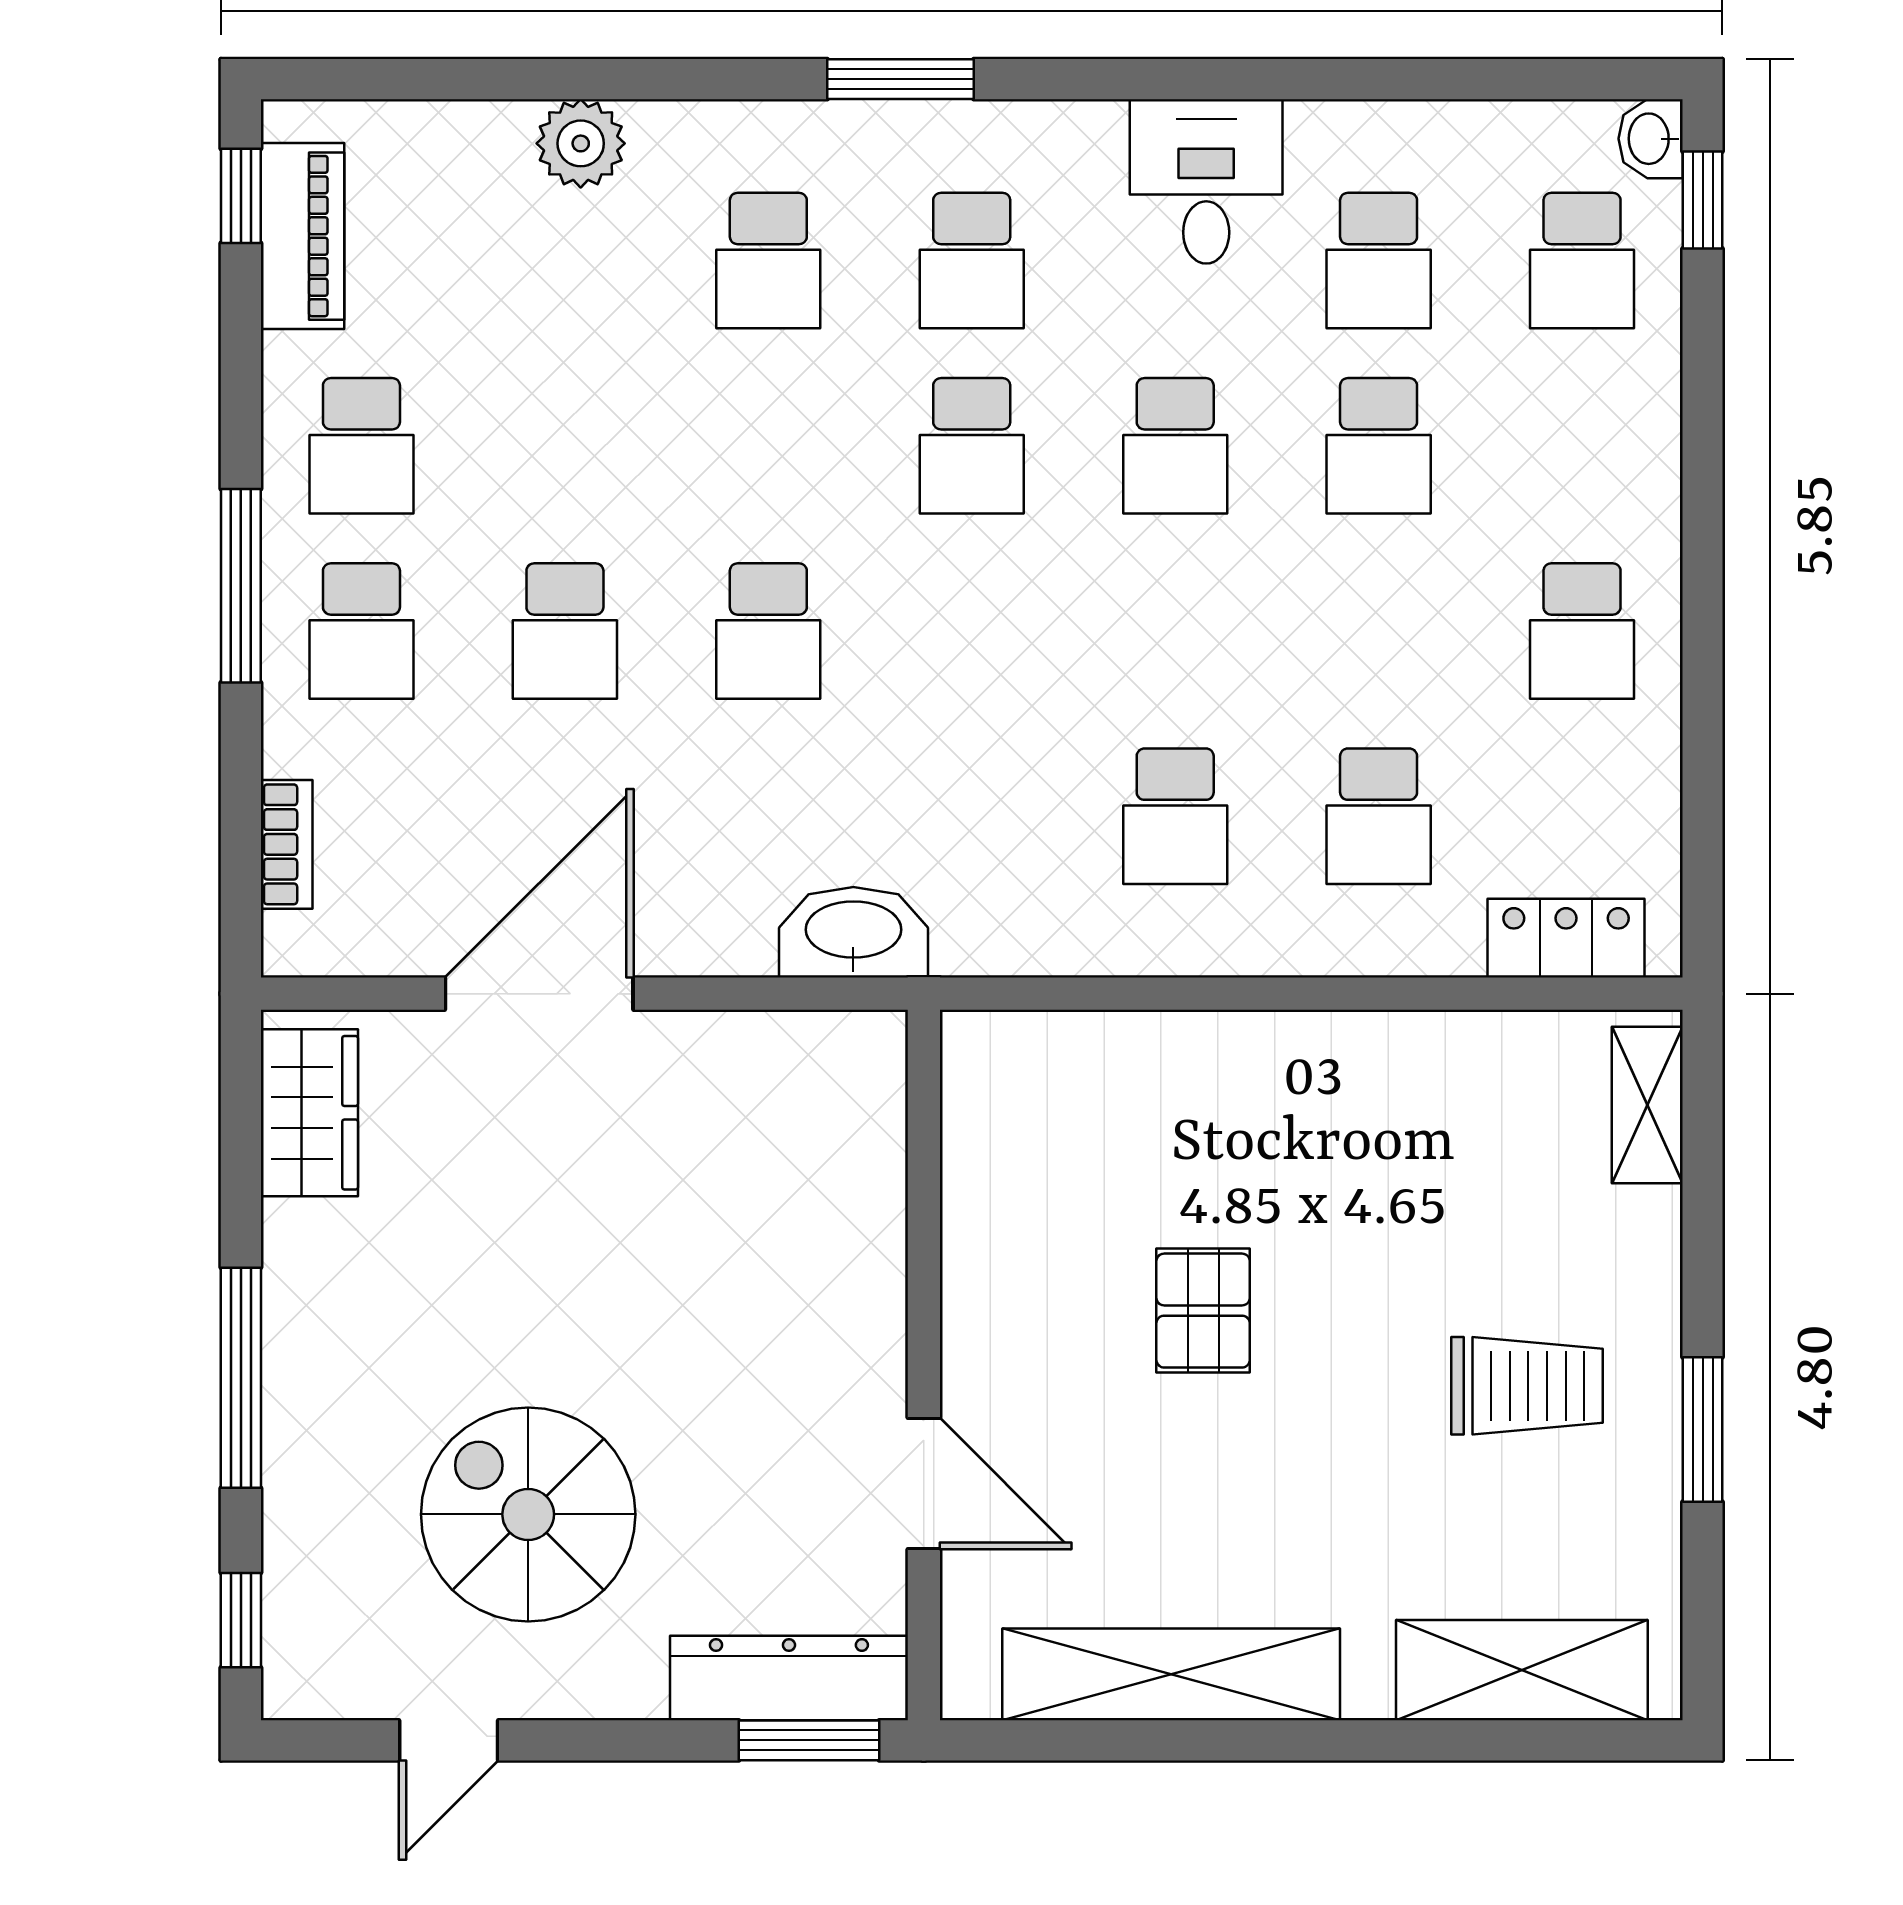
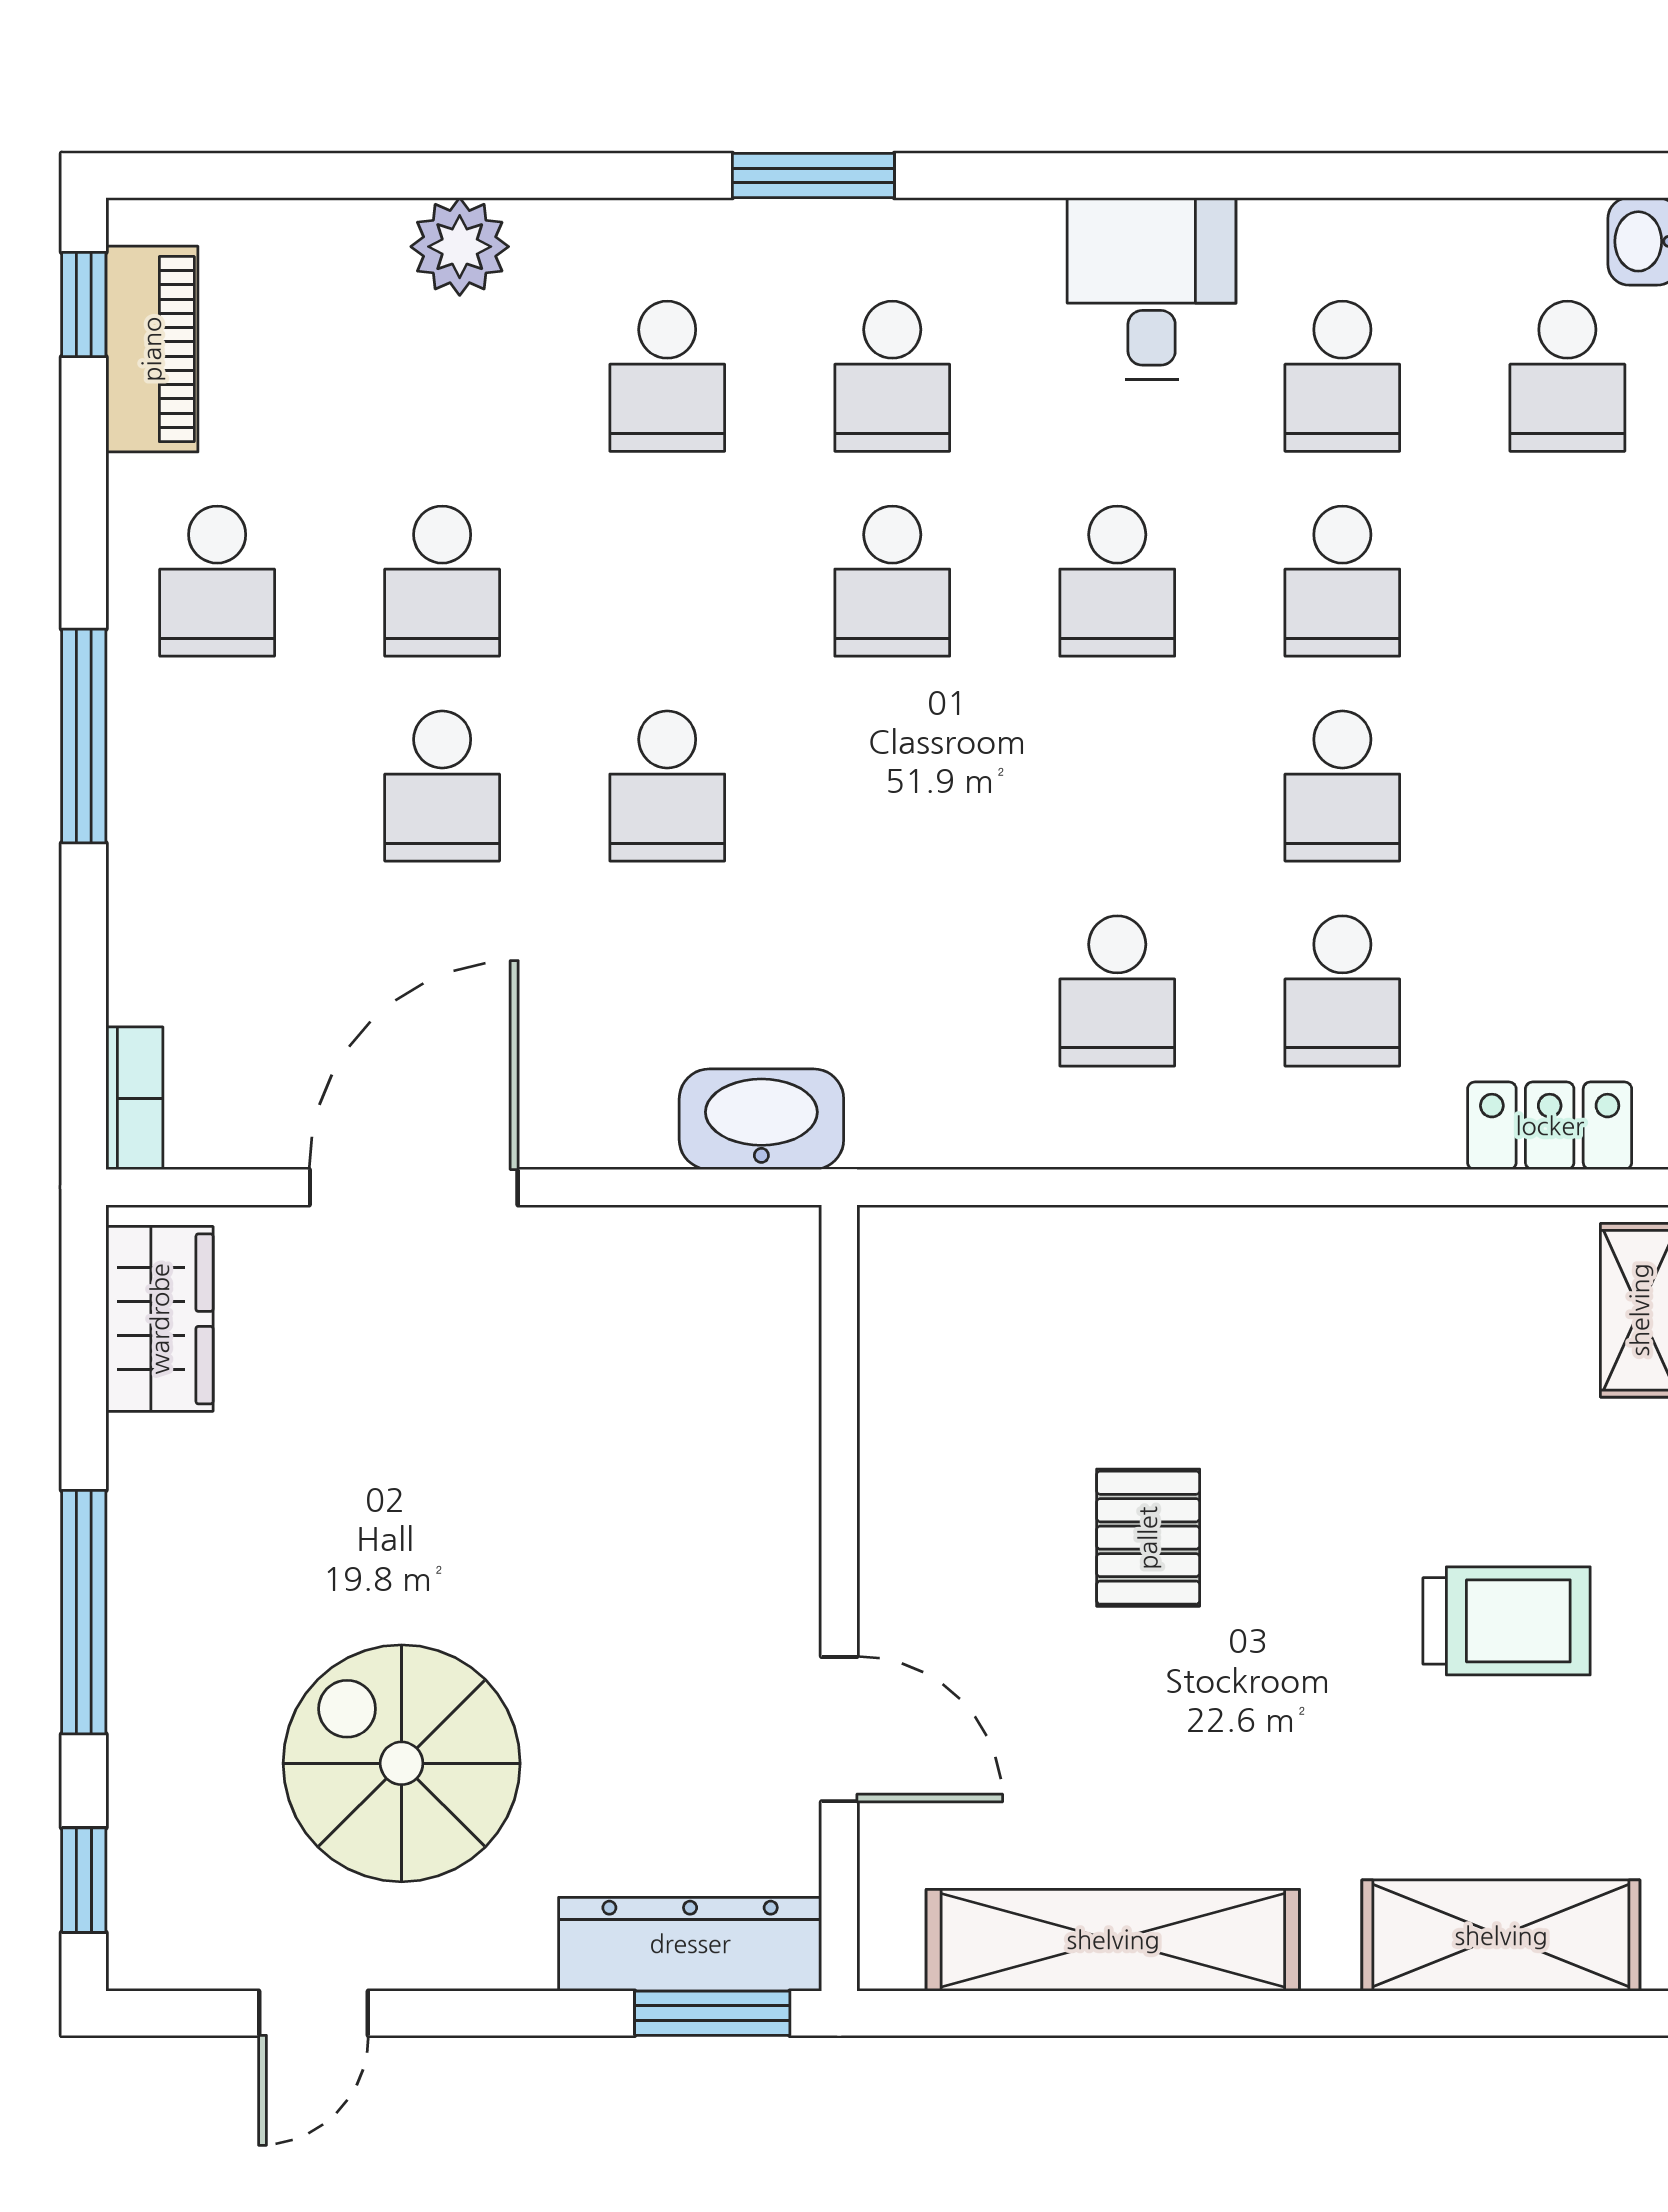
school desk: (361, 631) -> (442, 581), moved
school desk: (1582, 631) -> (1342, 786), moved
bookcase: (287, 844) -> (134, 1098), moved

